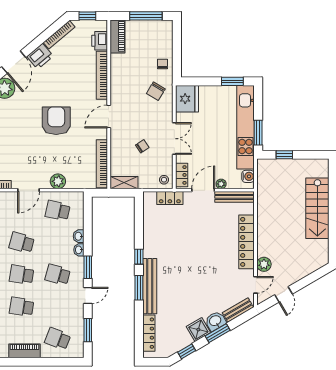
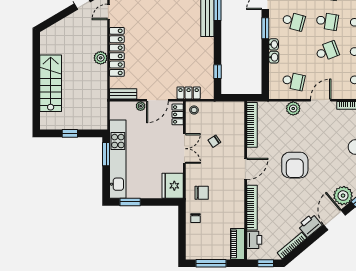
chair: (156, 91) -> (202, 193), turned 59
double door: (174, 139) -> (184, 149), swing flipped
window: (284, 155) -> (70, 133), moved
water cooler: (248, 176) -> (115, 113), removed
shelving: (124, 183) -> (231, 107), removed
bench: (234, 197) -> (123, 94), width x0.73
school desk: (22, 243) -> (327, 51), turned -36
window: (139, 257) -> (218, 72), moved
plant: (264, 264) -> (101, 58), moved

